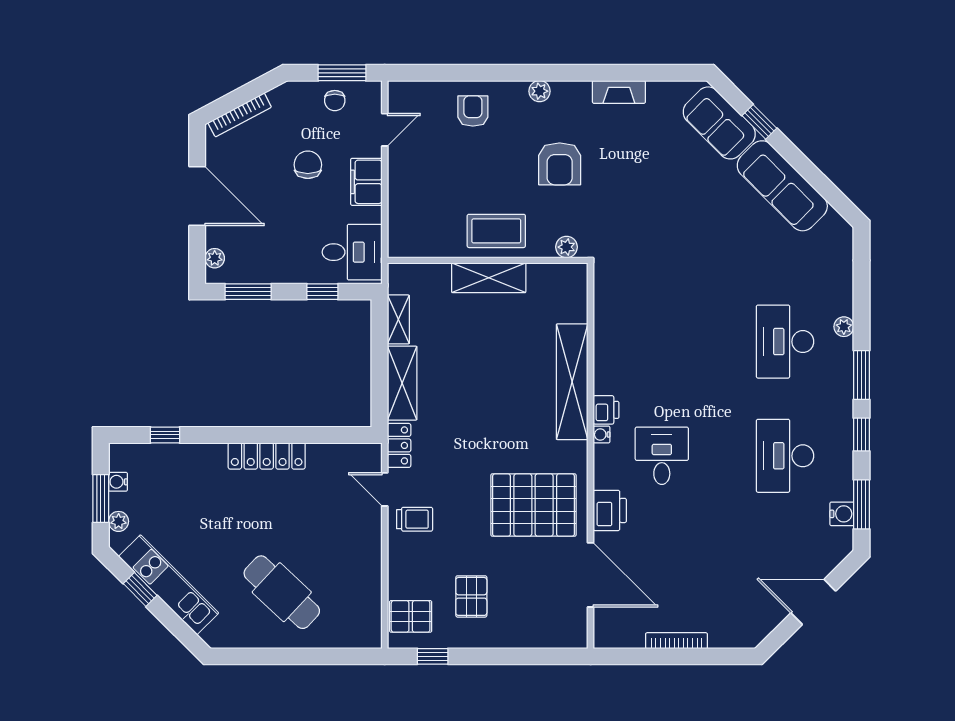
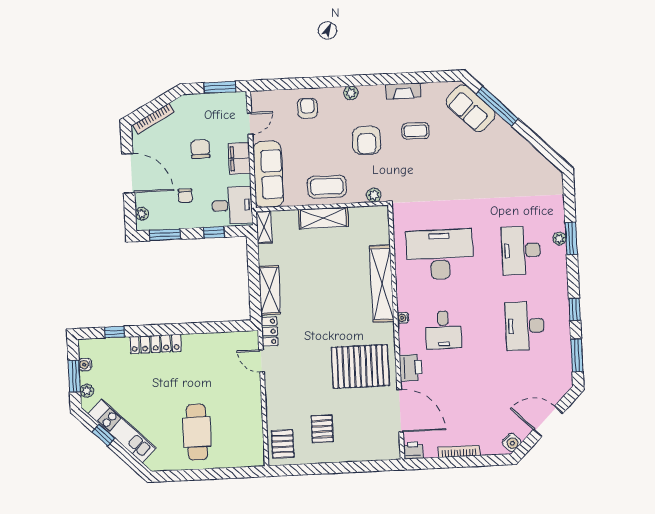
chair: (335, 101) -> (185, 196), moved
window: (759, 122) -> (497, 106), width x2.17
coffee table: (634, 153) -> (415, 131), added
sofa: (782, 186) -> (268, 174), moved, turned -135
shelving: (398, 319) -> (264, 227), moved
desk: (662, 342) -> (440, 254), added
window: (862, 375) -> (571, 238), moved
printer: (606, 410) -> (413, 450), moved, turned -90
locker: (267, 456) -> (155, 344), moved
desk: (662, 456) -> (443, 330), turned 180
water cooler: (842, 514) -> (512, 442), moved, turned 45
trolley: (415, 519) -> (282, 380), removed
cafe table: (282, 592) -> (197, 432), turned 47
pallet: (411, 616) -> (283, 444), turned 90
window: (433, 656) -> (299, 470), removed

